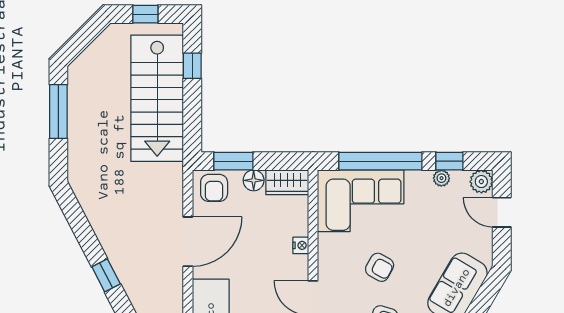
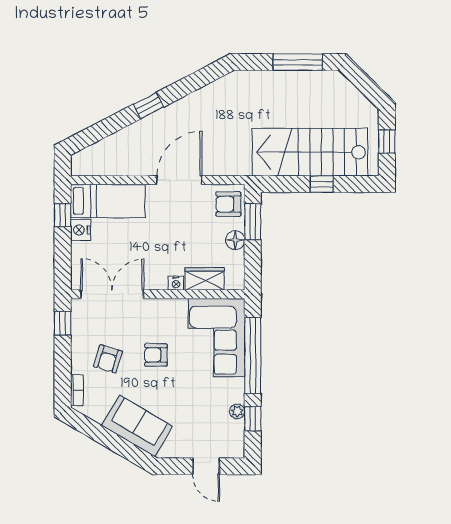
window: (192, 66) -> (322, 184), moved
wardrobe: (287, 182) -> (205, 279), moved, turned 90
plant: (481, 182) -> (234, 448), removed
door: (502, 212) -> (206, 466), swing flipped
door: (188, 242) -> (179, 180), swing flipped
armchair: (380, 267) -> (156, 355), turned 61

